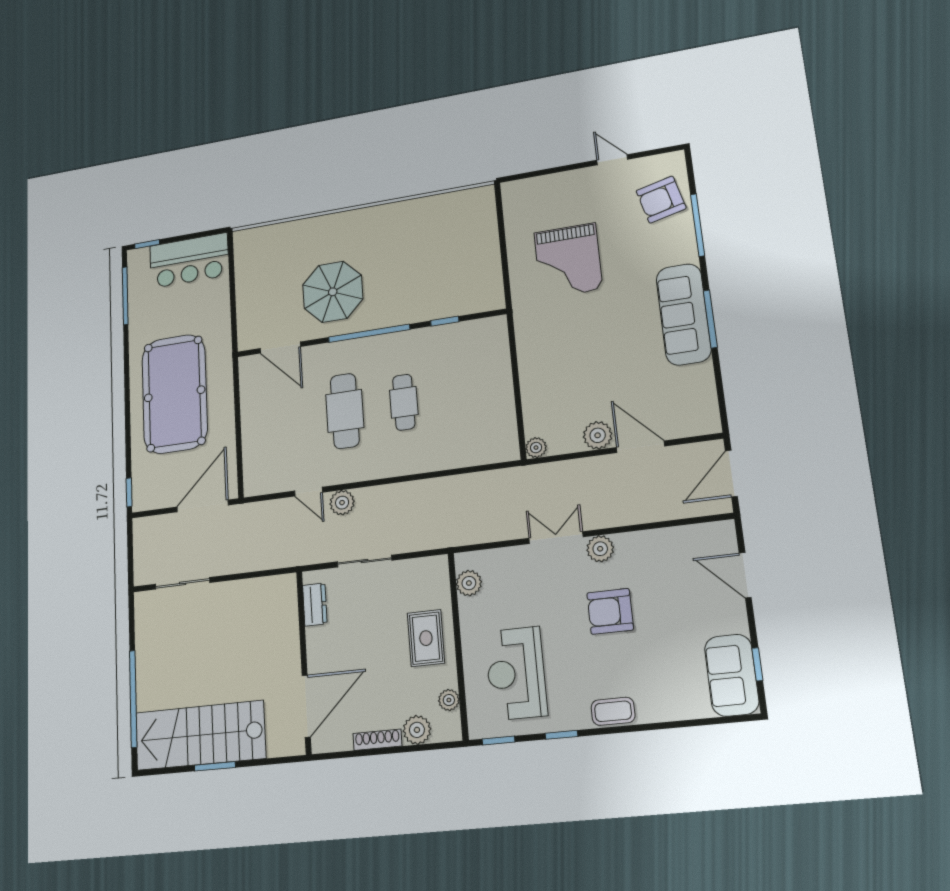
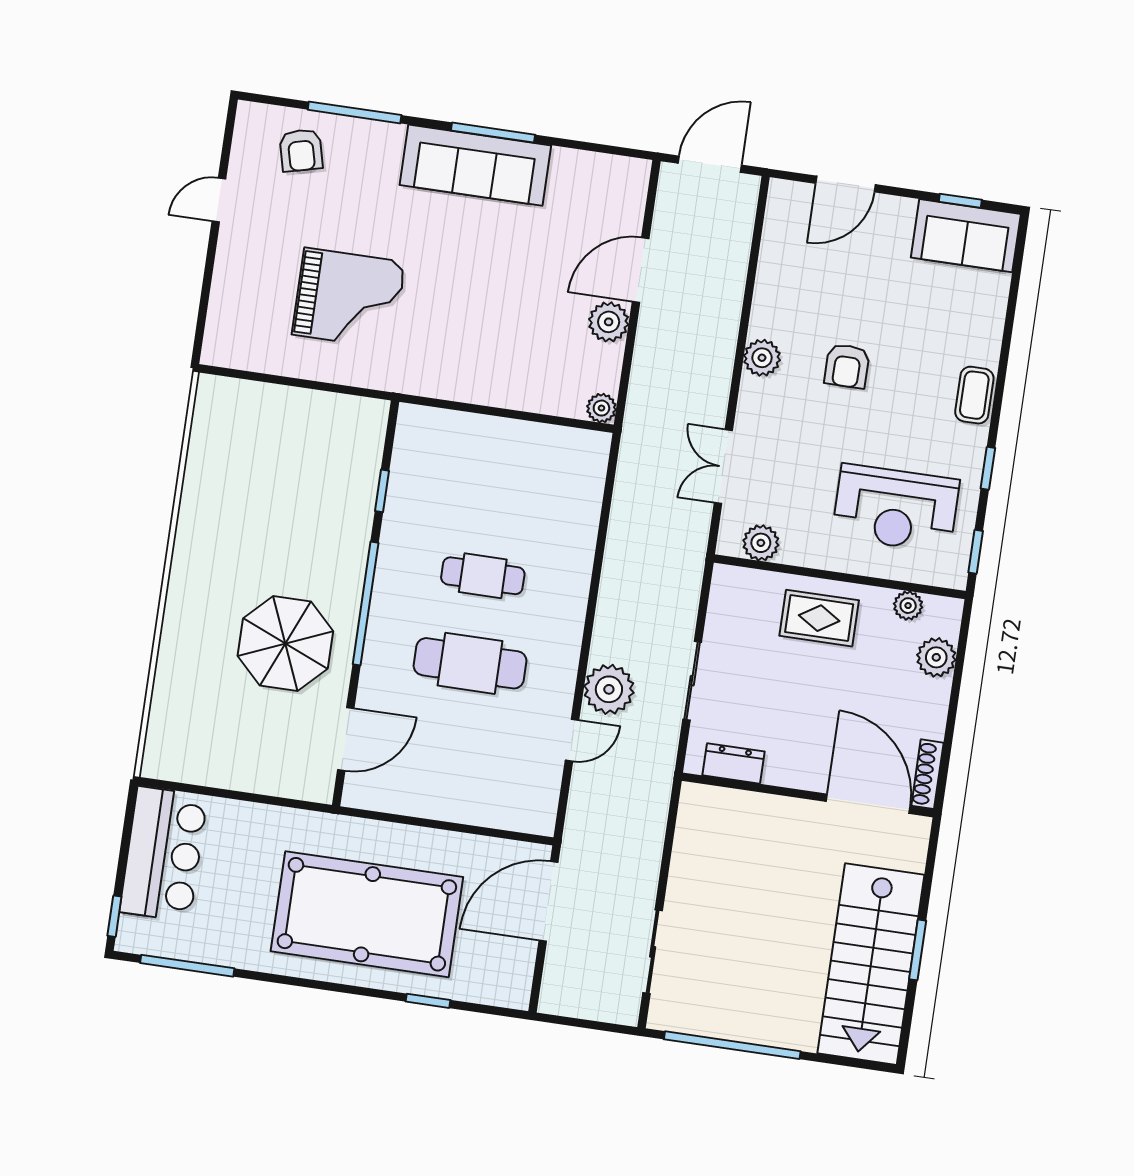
armchair: (661, 200) -> (301, 150), width x0.72, depth x0.72
door: (731, 474) -> (710, 164), swing flipped
window: (129, 492) -> (428, 1001), moved
plant: (342, 503) -> (609, 689), width x1.36, depth x1.36
door: (203, 506) -> (548, 901), hinge flipped
double door: (556, 538) -> (723, 467), moved
armchair: (610, 611) -> (847, 366), width x0.72, depth x0.72
window: (133, 699) -> (732, 1045), moved
shoe rack: (377, 740) -> (927, 774), moved

